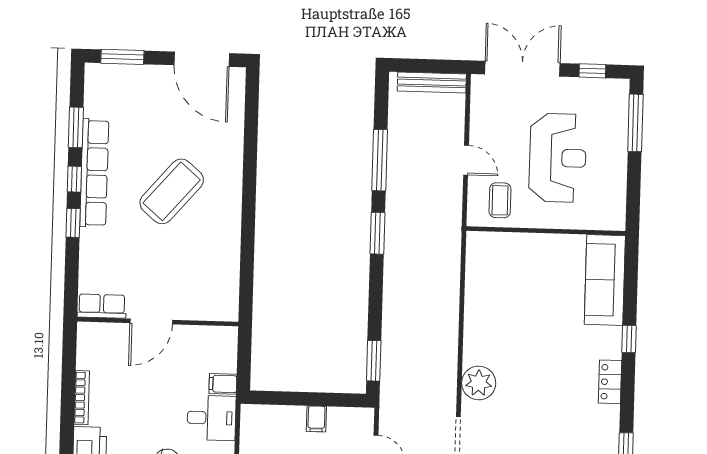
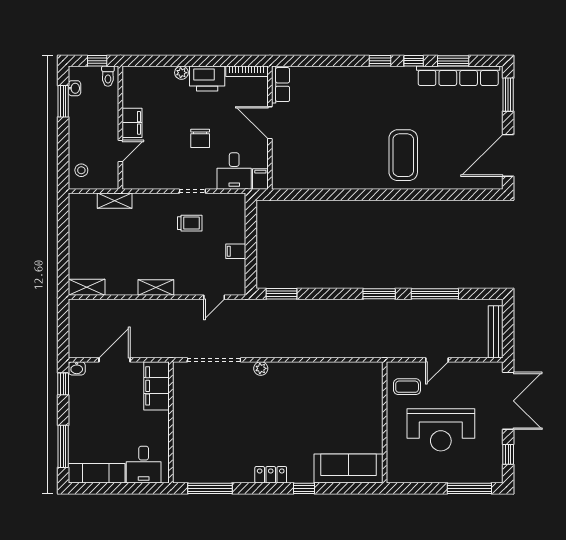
row of seats: (94, 173) -> (458, 76), moved
coffee table: (172, 191) -> (403, 155), moved, turned 49
row of seats: (102, 306) -> (281, 85), moved
door: (151, 321) -> (270, 123), moved
wall: (158, 322) -> (270, 128), moved
plant: (479, 383) -> (261, 368), width x0.53, depth x0.53

